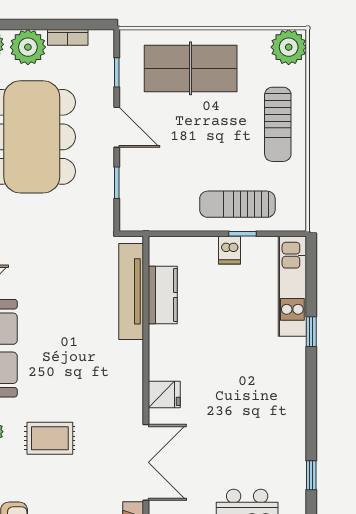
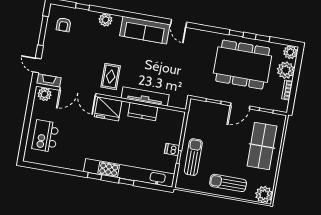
kitchen unit: (292, 286) -> (129, 173), width x1.86
tv unit: (131, 291) -> (145, 96), moved
kitchen counter: (163, 295) -> (143, 112), moved
fridge: (164, 395) -> (108, 109), width x1.88, depth x1.34
rug: (50, 438) -> (111, 76), moved
window: (311, 475) -> (95, 176), moved

